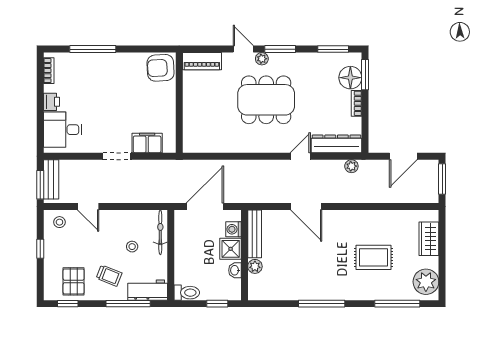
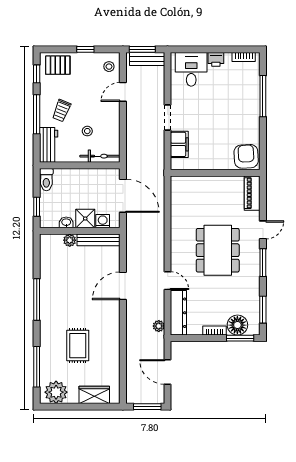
plant: (262, 59) -> (254, 246), removed
pallet: (74, 281) -> (58, 65), moved
window: (128, 304) -> (37, 114), moved

